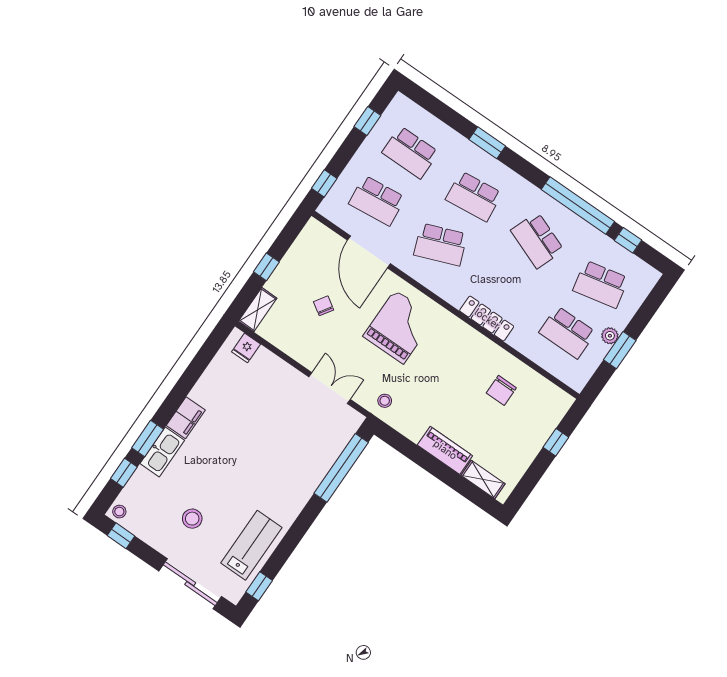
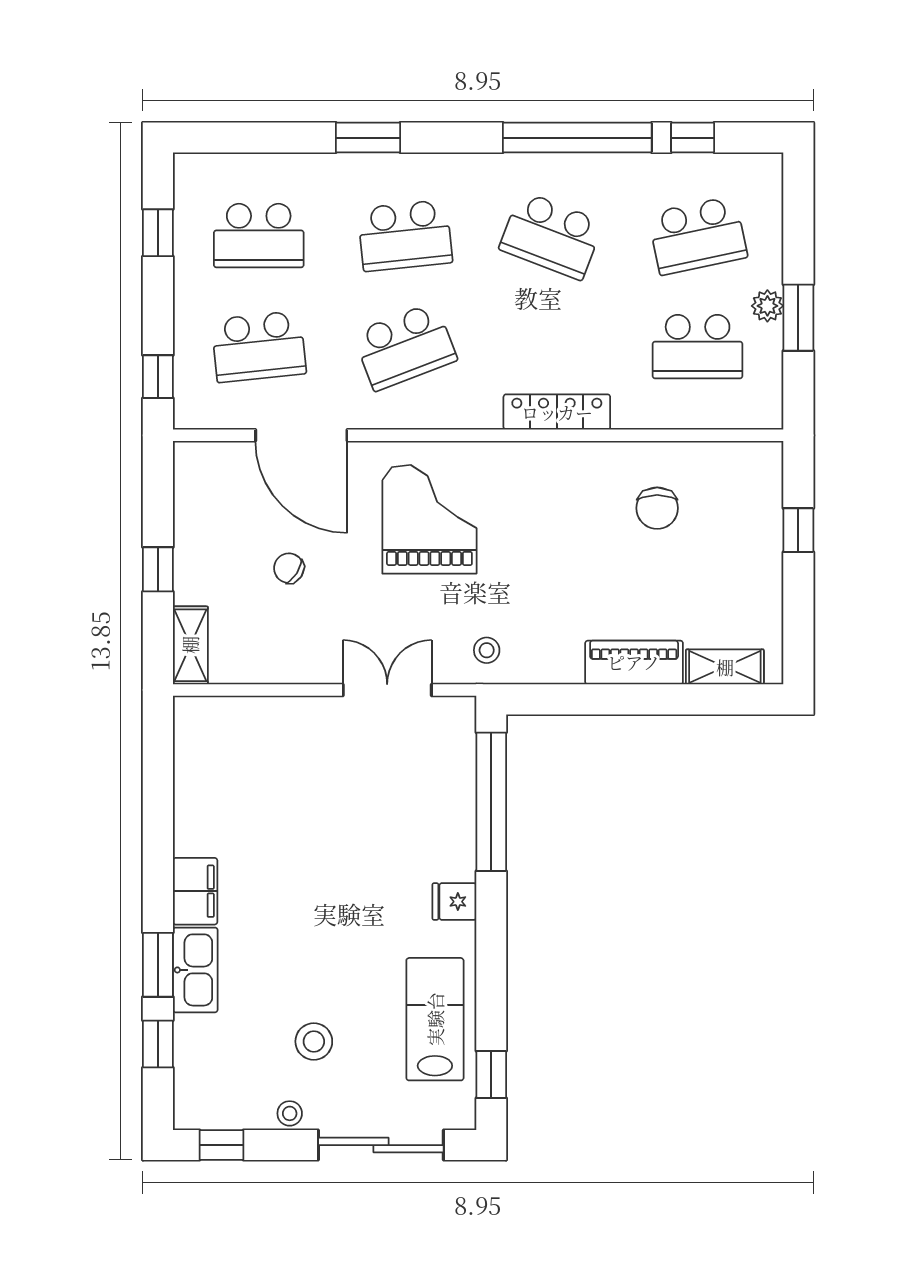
fridge: (246, 348) -> (454, 902), moved, turned 90
stool: (119, 512) -> (290, 1113), moved

